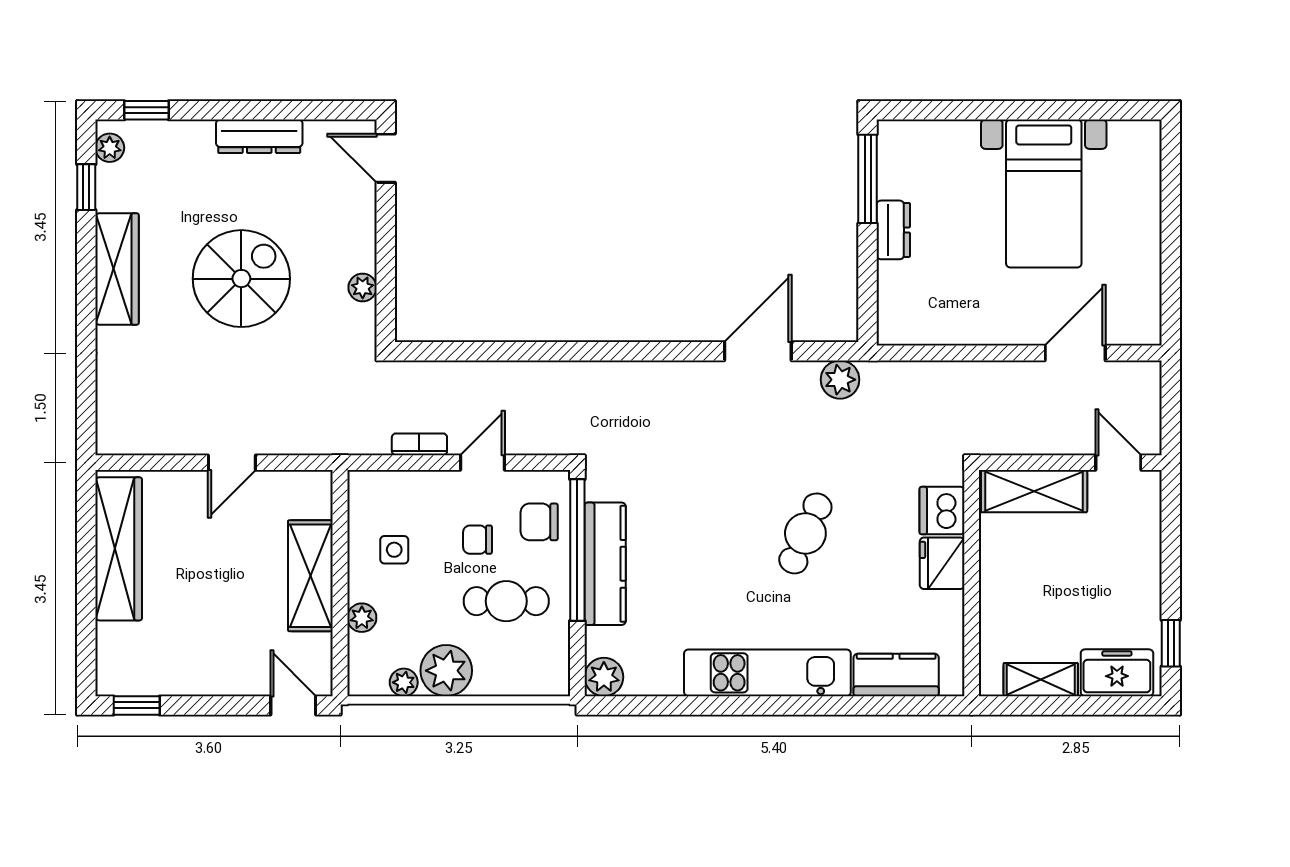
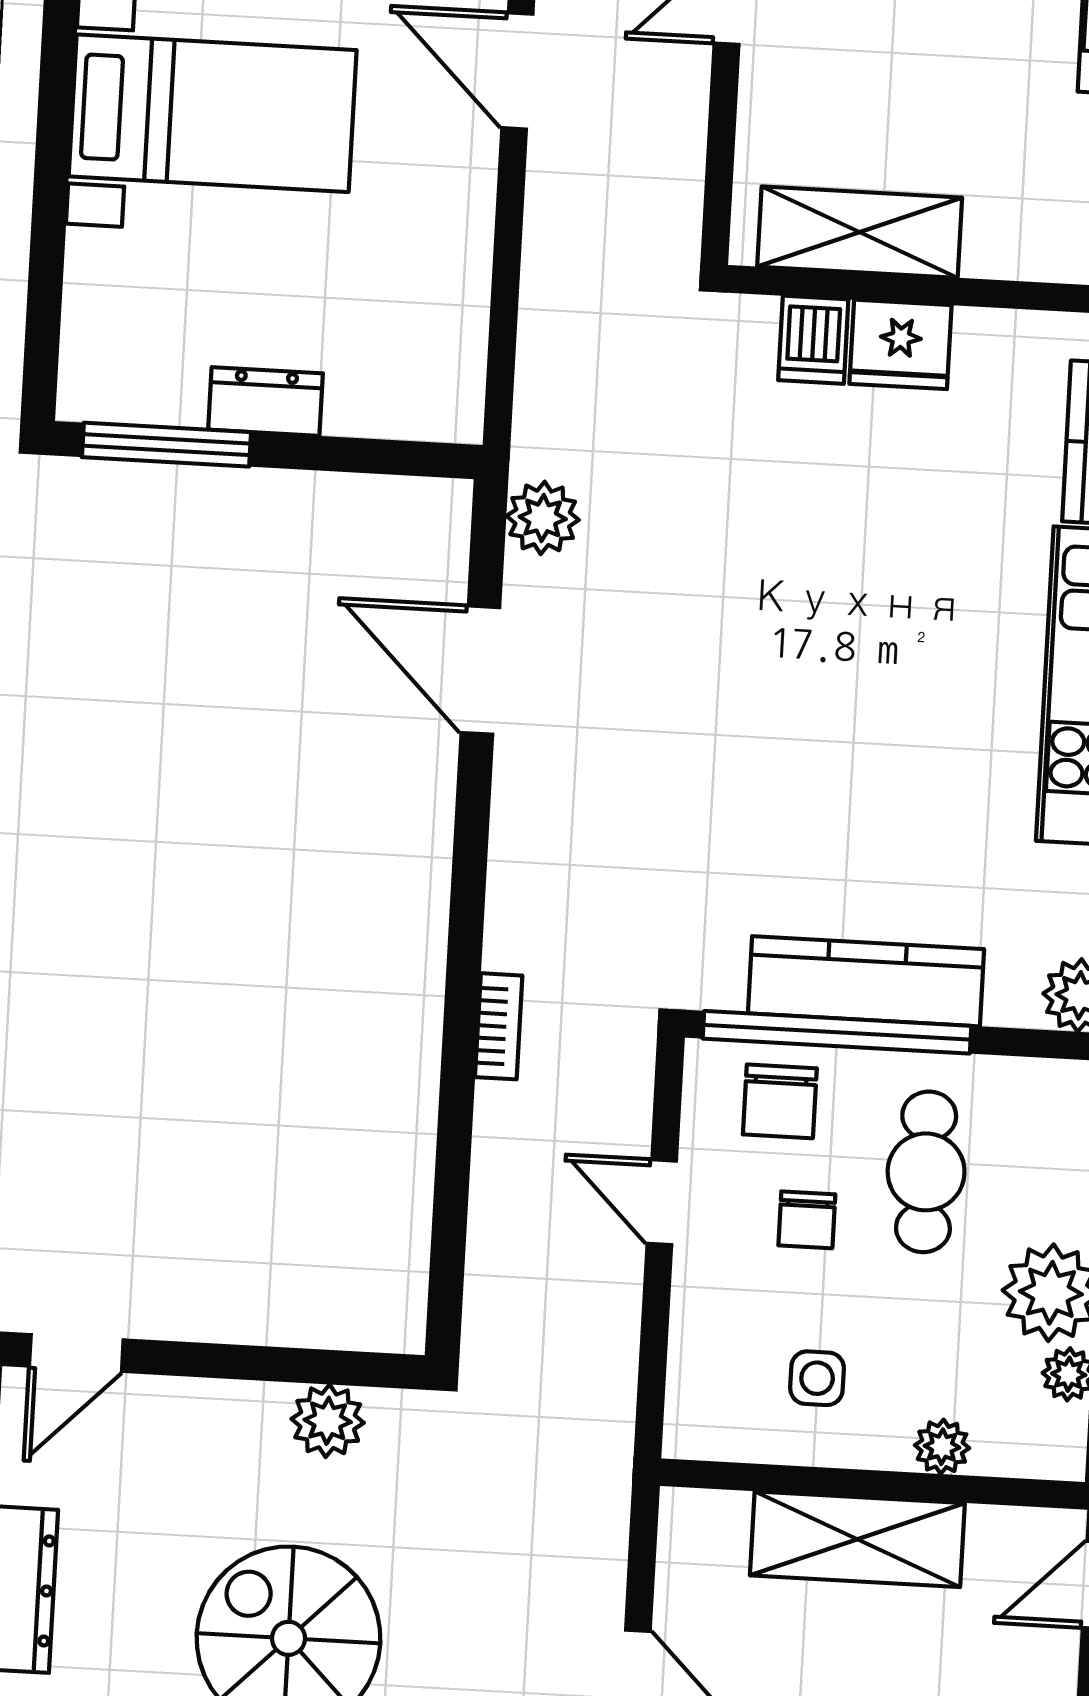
plant: (363, 288) -> (328, 1421), width x1.38, depth x1.38
bookcase: (419, 444) -> (499, 1026), moved, turned 180
shelving: (1034, 491) -> (860, 232), moved, turned 90
dishwasher: (942, 511) -> (813, 340), width x0.73
cafe table: (805, 533) -> (830, 600), removed

